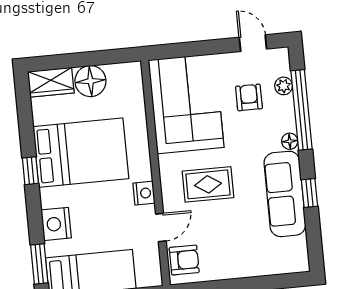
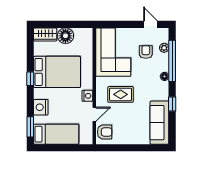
sofa: (285, 194) -> (159, 123), moved

